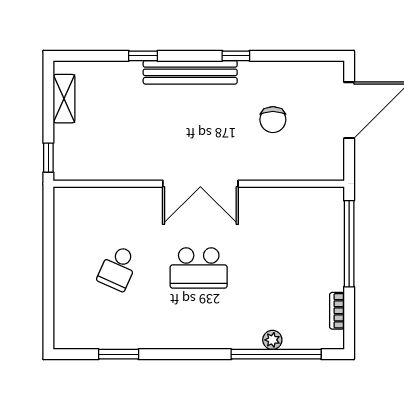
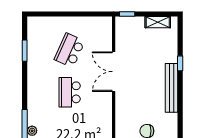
window: (236, 56) -> (180, 112), removed
double door: (200, 184) -> (114, 72), moved
school desk: (118, 268) -> (70, 50), width x1.85

